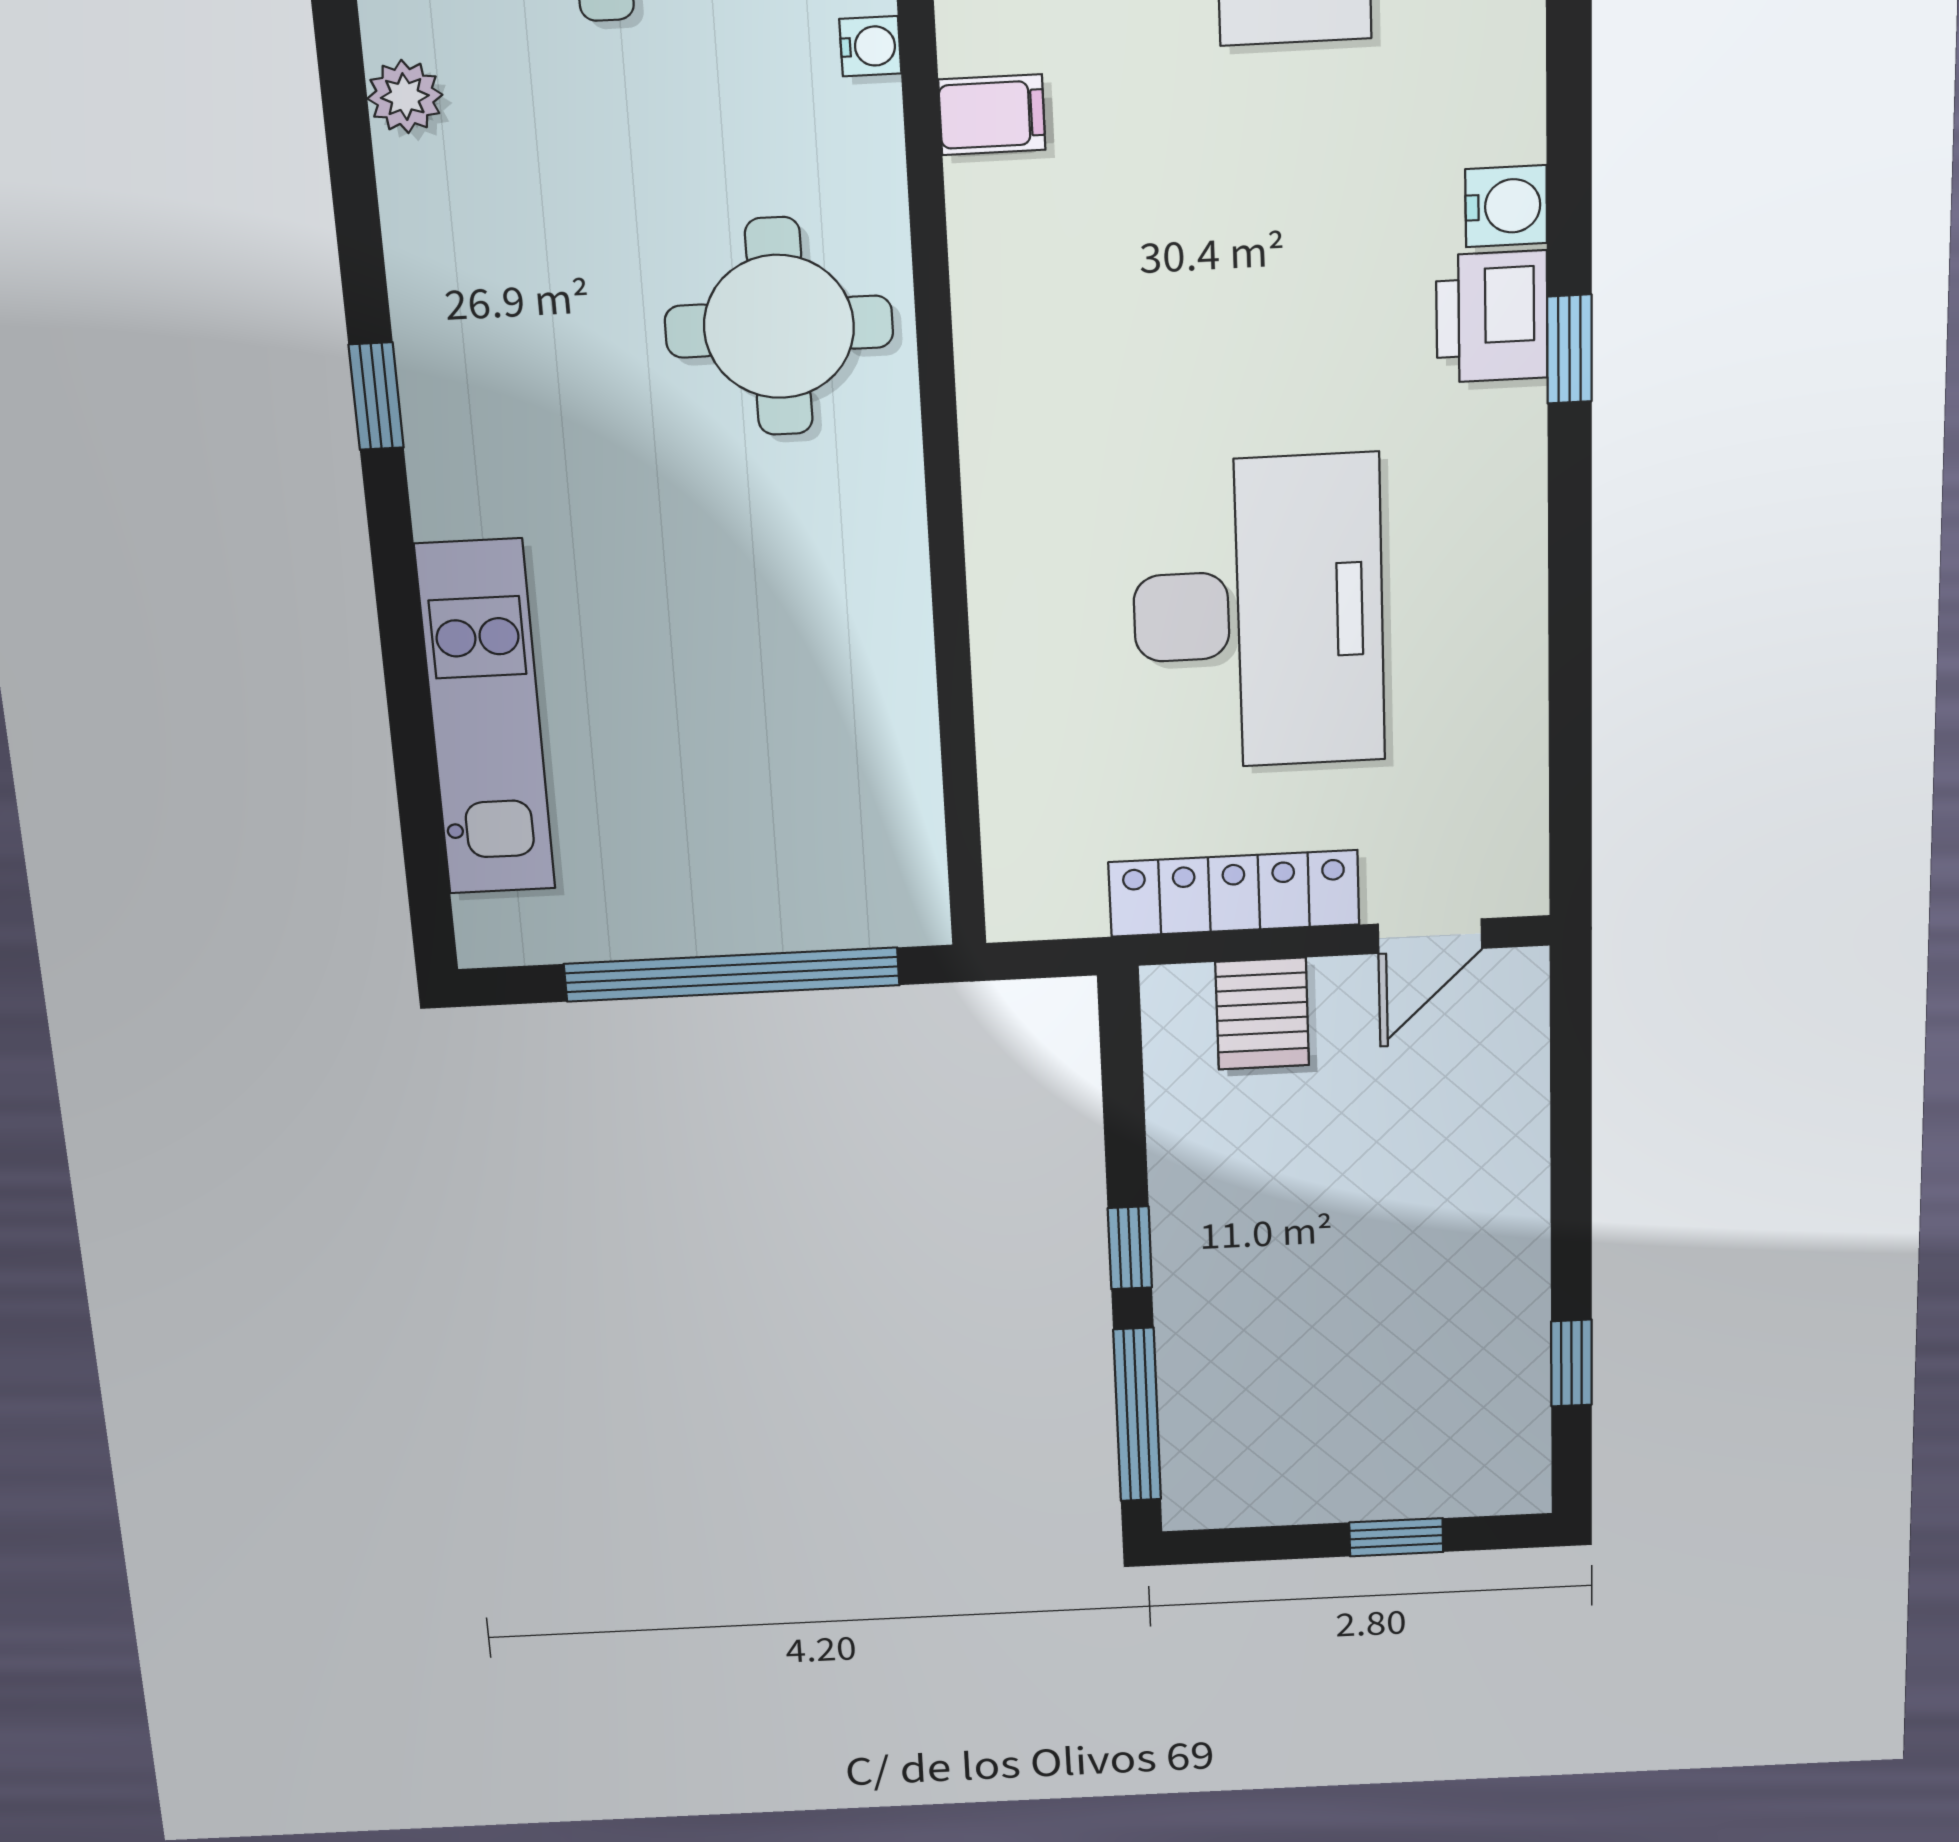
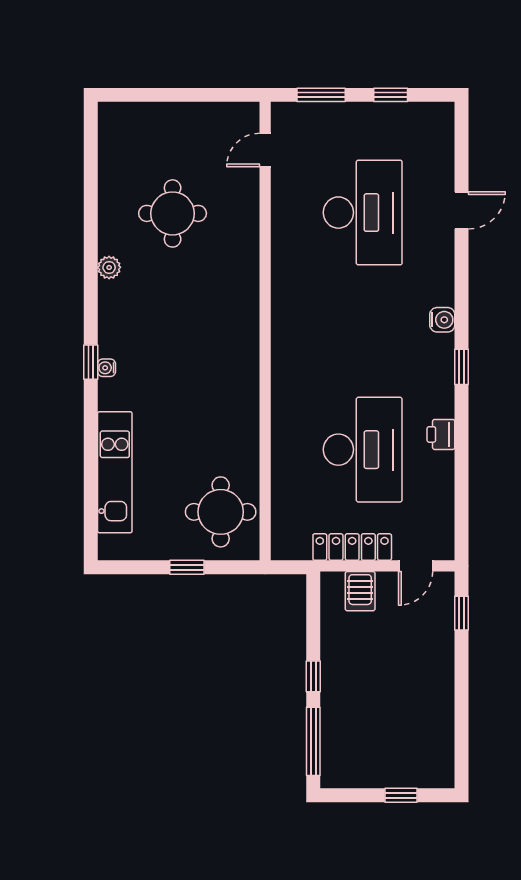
water cooler: (870, 46) -> (107, 368), moved, turned 180
filing cabinet: (992, 115) -> (286, 283), removed
printer: (1492, 317) -> (441, 434), moved, width x0.73, depth x0.81
round table: (779, 327) -> (221, 512), moved
window: (732, 975) -> (187, 567), width x0.32
window: (1571, 1363) -> (462, 613), moved

